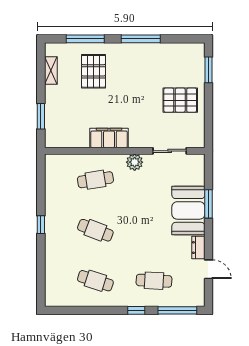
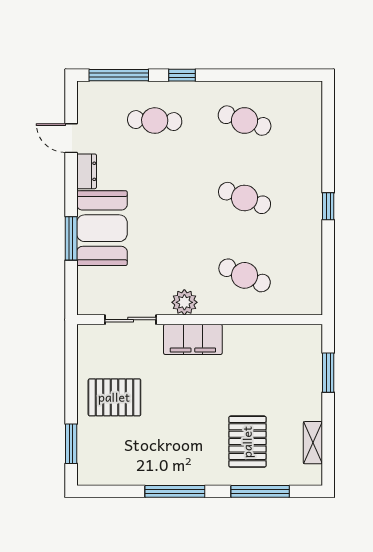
filing cabinet: (109, 138) -> (193, 339), moved
cafe table: (95, 180) -> (245, 275), turned 33

